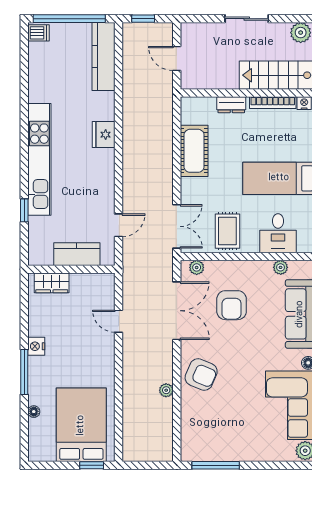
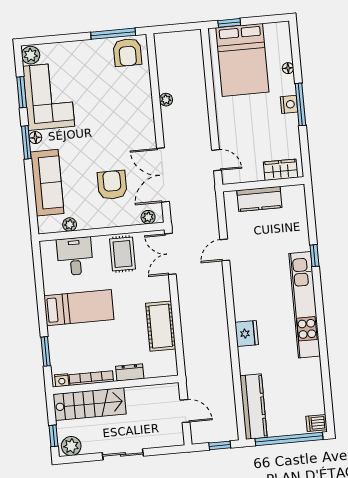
kitchen counter: (77, 254) -> (259, 199), moved
wall: (71, 269) -> (263, 184), moved
wardrobe: (52, 283) -> (281, 170), moved
nightstand: (36, 346) -> (289, 104), moved
armchair: (201, 374) -> (127, 52), moved, turned -113

